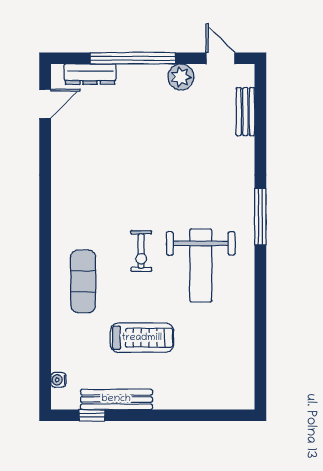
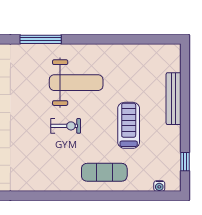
exercise mat: (83, 281) -> (104, 172), moved
bench: (116, 399) -> (173, 99), moved

